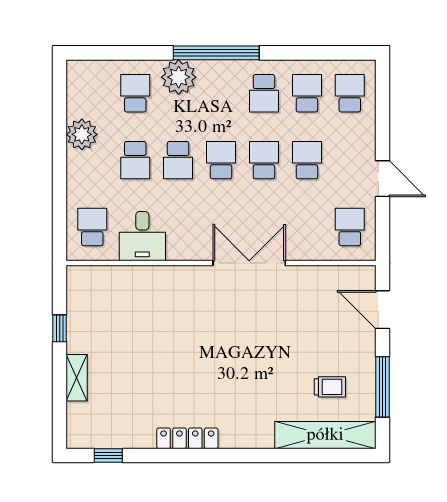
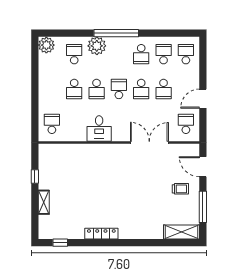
plant: (82, 134) -> (46, 45), moved
school desk: (264, 160) -> (141, 89), turned 180
school desk: (307, 160) -> (164, 89), turned 180
door: (383, 179) -> (203, 99), swing flipped
desk: (142, 236) -> (99, 128), moved
double door: (249, 263) -> (149, 142), moved
trolley: (330, 387) -> (180, 189), moved
shelving: (325, 435) -> (182, 232), width x0.68

